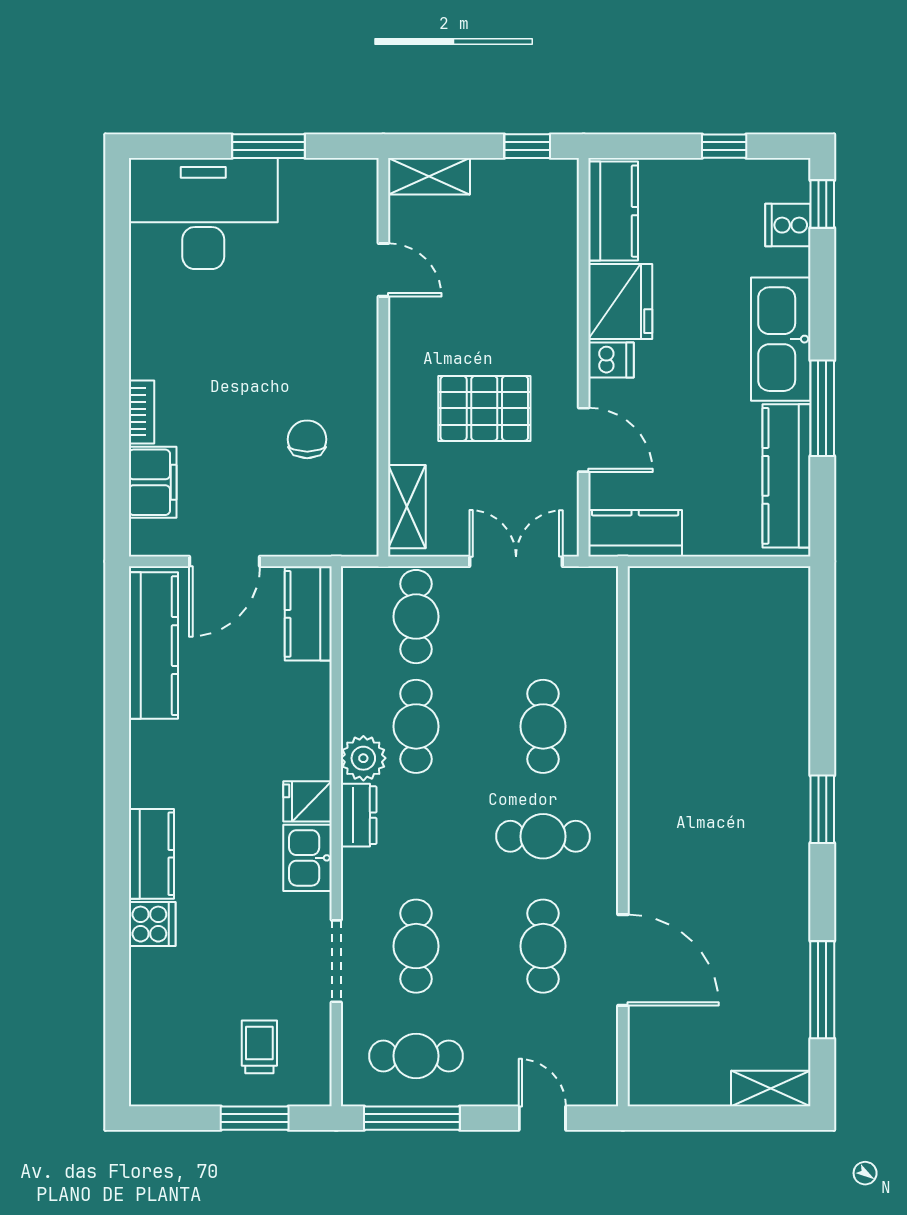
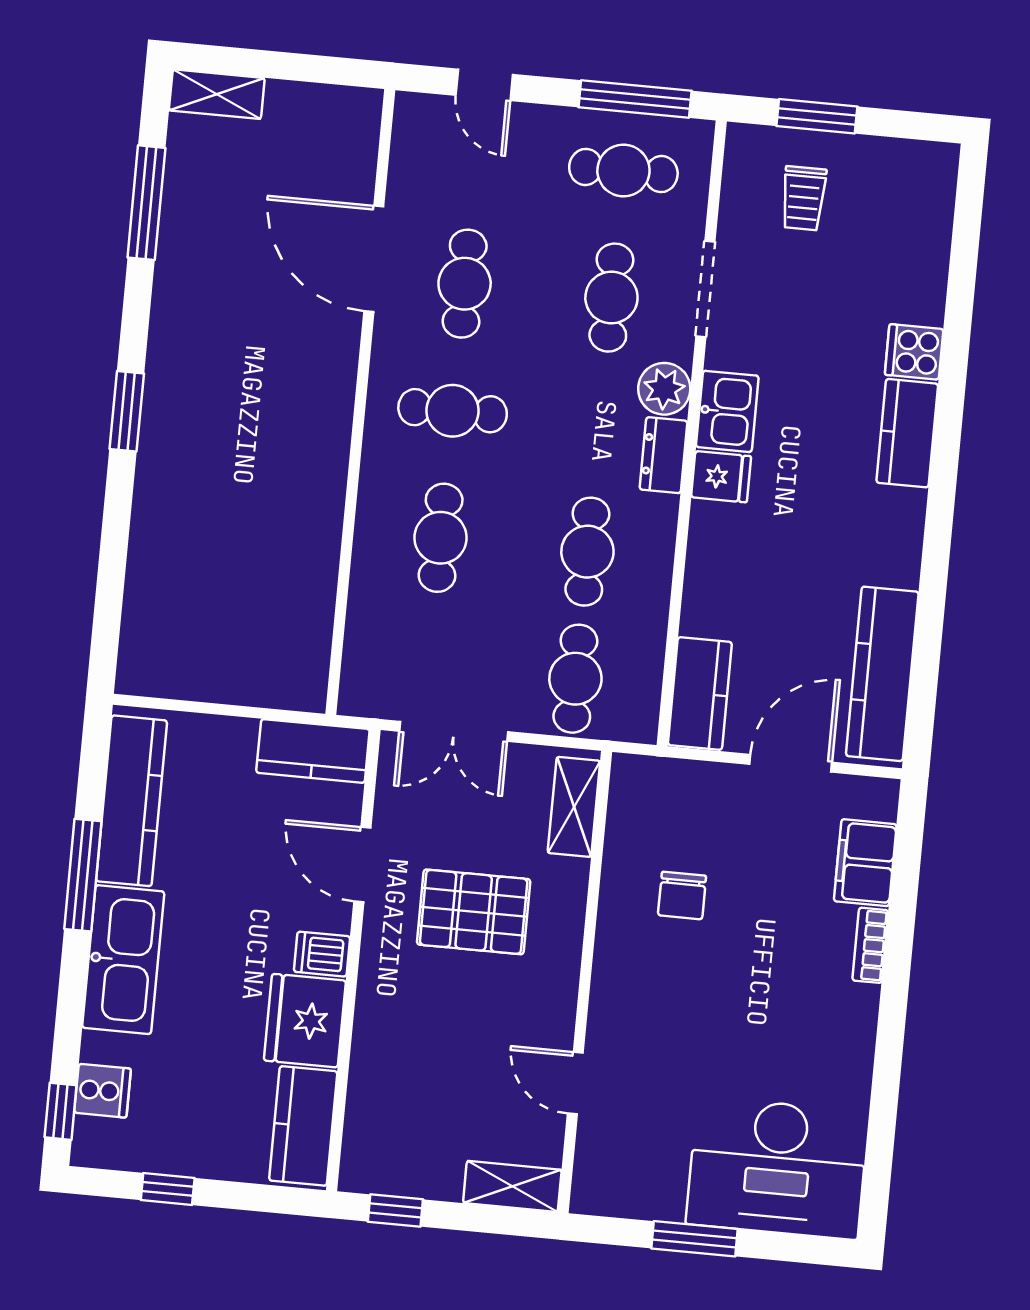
plant: (363, 758) -> (664, 389), moved

